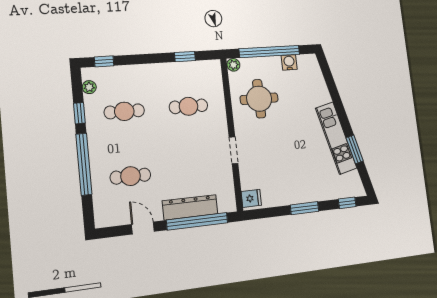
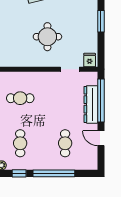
round table: (259, 99) -> (47, 37), moved
cafe table: (188, 106) -> (20, 98), turned 90
doorway: (233, 150) -> (70, 69), moved
door: (143, 228) -> (101, 138), hinge flipped

